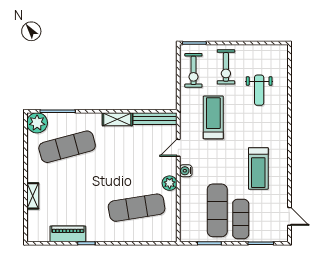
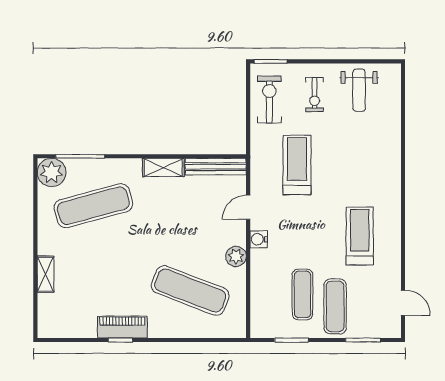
exercise bike: (226, 67) -> (315, 95), width x0.73, depth x0.72
exercise bike: (193, 70) -> (269, 100), turned 180
weight bench: (259, 90) -> (359, 90), moved
treadmill: (258, 168) -> (360, 236), turned 180
exercise mat: (137, 208) -> (190, 291), turned 30
exercise mat: (217, 210) -> (302, 294), width x0.73, depth x0.69
piano: (68, 234) -> (122, 327), moved

